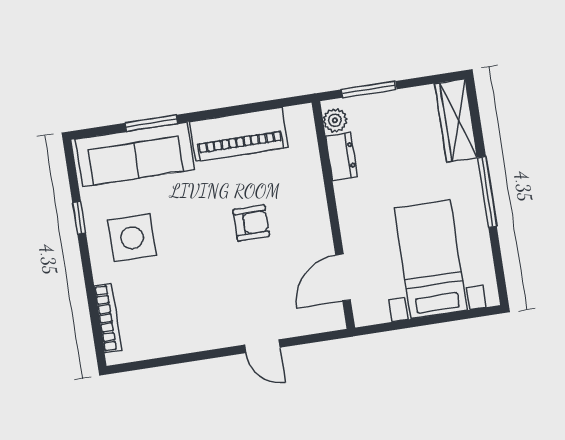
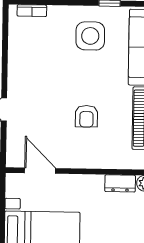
bookcase: (108, 318) -> (32, 11), width x0.64

